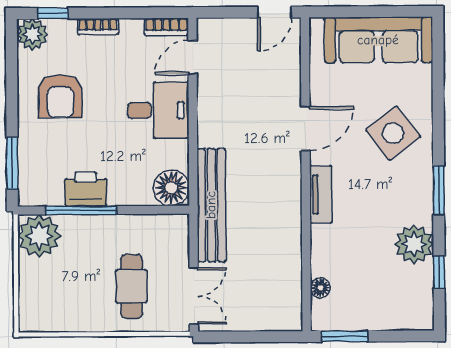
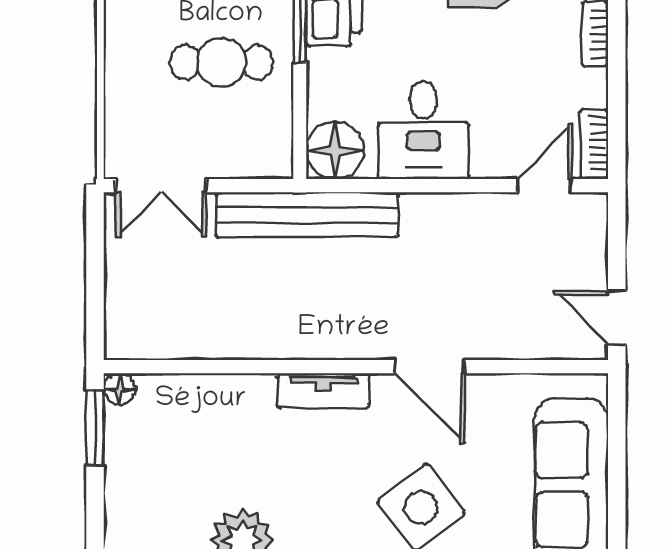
door: (193, 57) -> (545, 186), hinge flipped
desk: (158, 110) -> (423, 130), moved
cafe table: (131, 286) -> (221, 62), moved
floor lamp: (320, 288) -> (120, 389), moved

